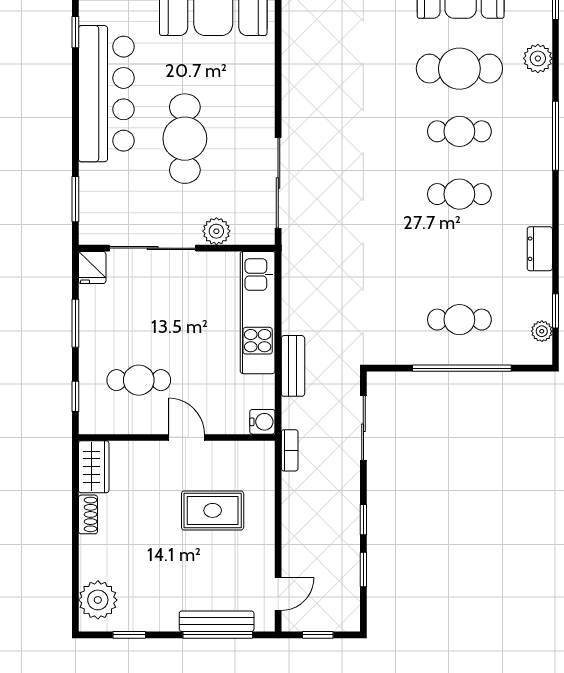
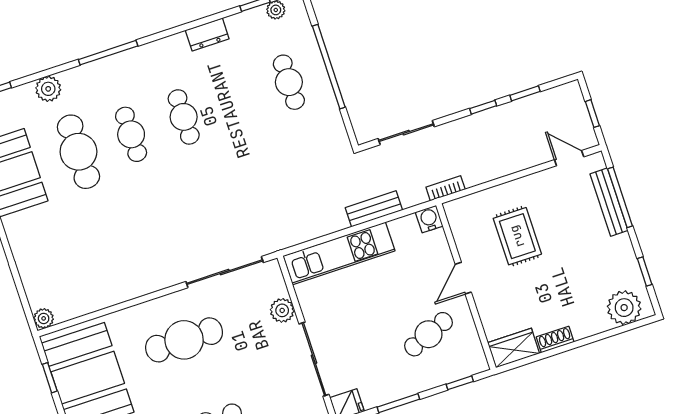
cafe table: (185, 139) -> (184, 340), moved
cafe table: (139, 380) -> (429, 334), turned 68

